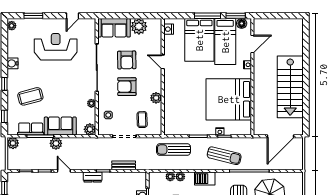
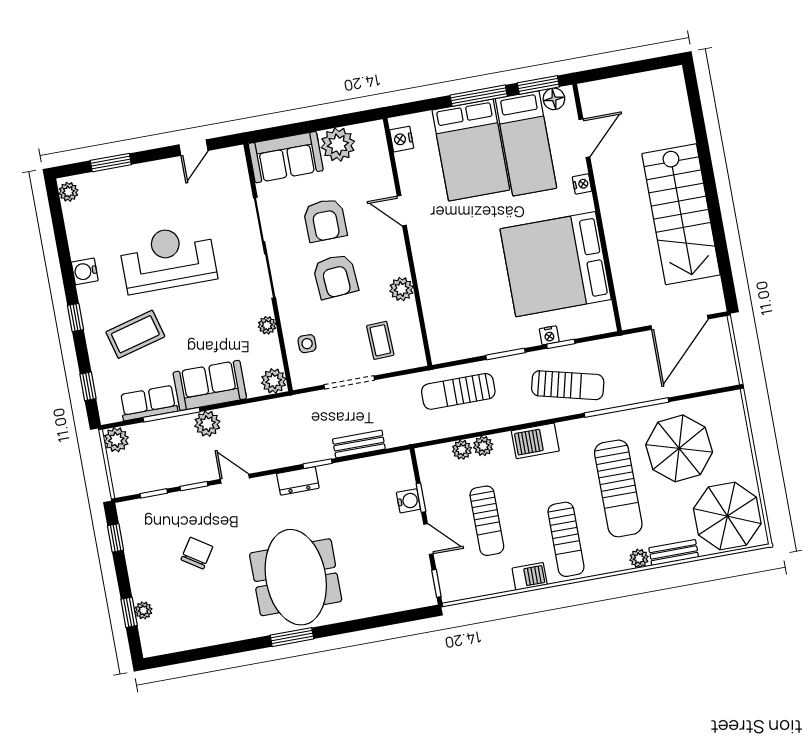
reception desk: (56, 47) -> (168, 259), moved
armchair: (127, 87) -> (335, 276), turned -94

